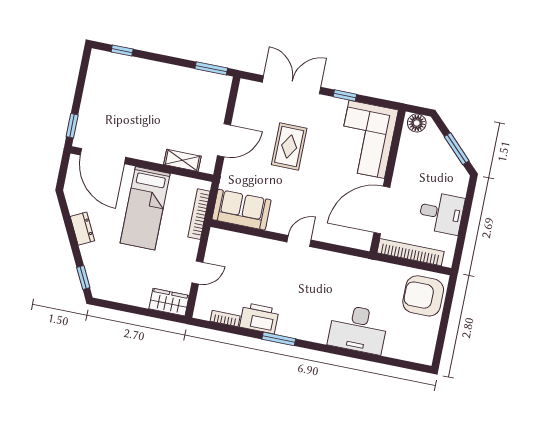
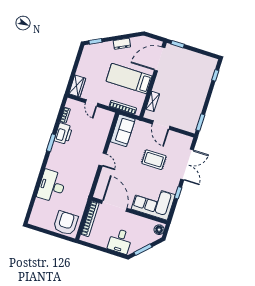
desk: (441, 213) -> (120, 241), moved

